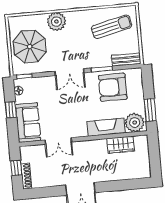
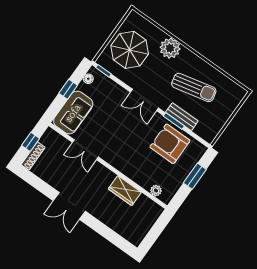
sun lounger: (112, 27) -> (194, 87), moved
bench: (126, 60) -> (182, 117), moved
window: (150, 110) -> (195, 176), moved
plant: (135, 123) -> (156, 191), width x0.53, depth x0.53
fireplace: (106, 127) -> (135, 173), removed
wardrobe: (121, 145) -> (125, 191), moved

